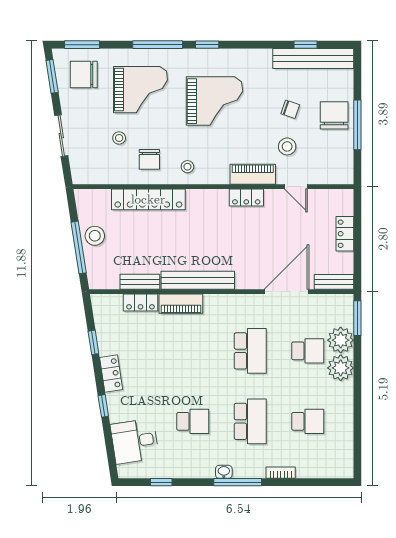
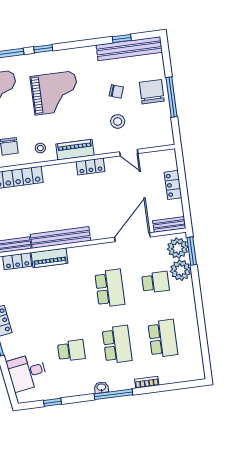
piano: (253, 174) -> (75, 150), moved
plant: (341, 368) -> (178, 248), moved
school desk: (308, 421) -> (163, 338), width x1.85

